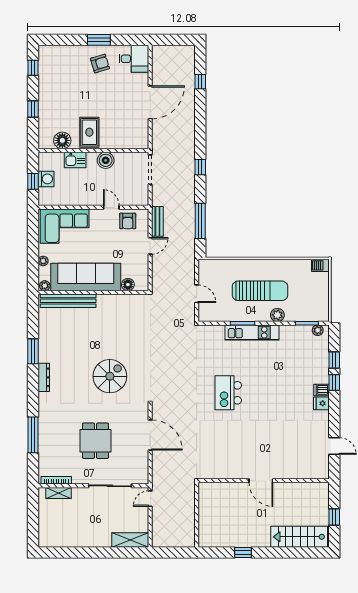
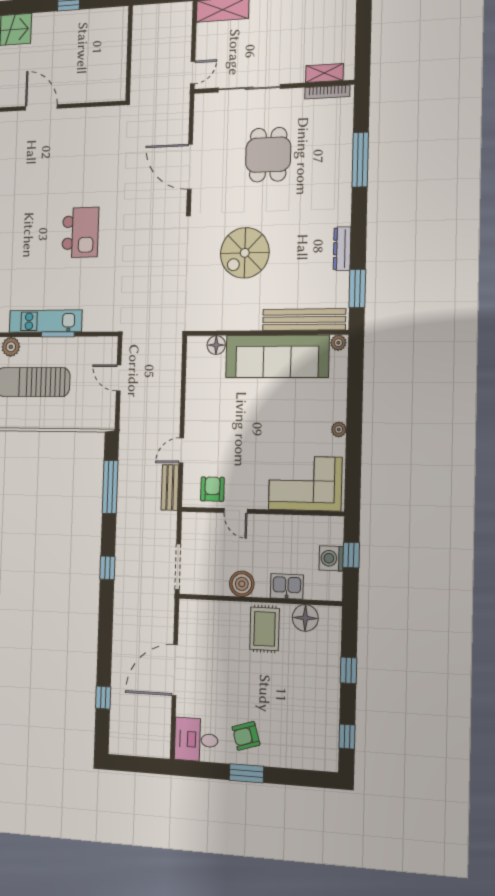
sofa: (86, 277) -> (277, 356), moved
floor lamp: (128, 285) -> (216, 345), moved
plant: (45, 286) -> (338, 343), moved
wall: (93, 292) -> (266, 333), moved
bench: (68, 301) -> (304, 320), moved

